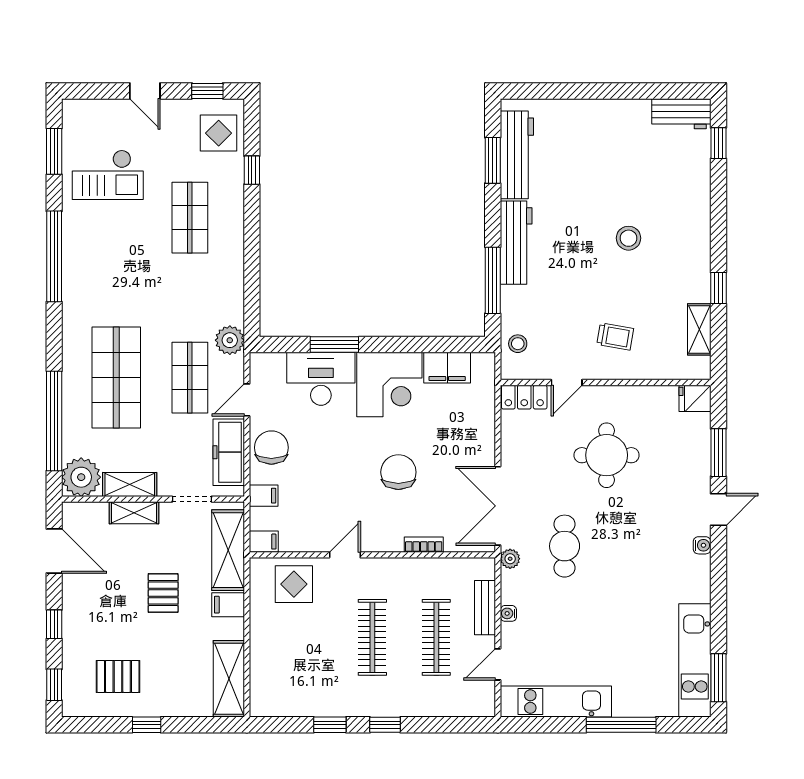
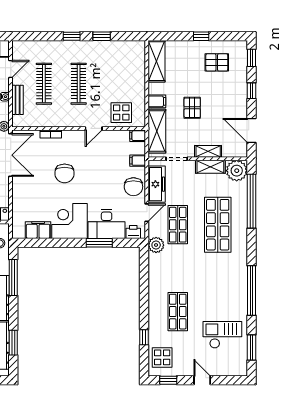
printer: (272, 364) -> (133, 232), added

